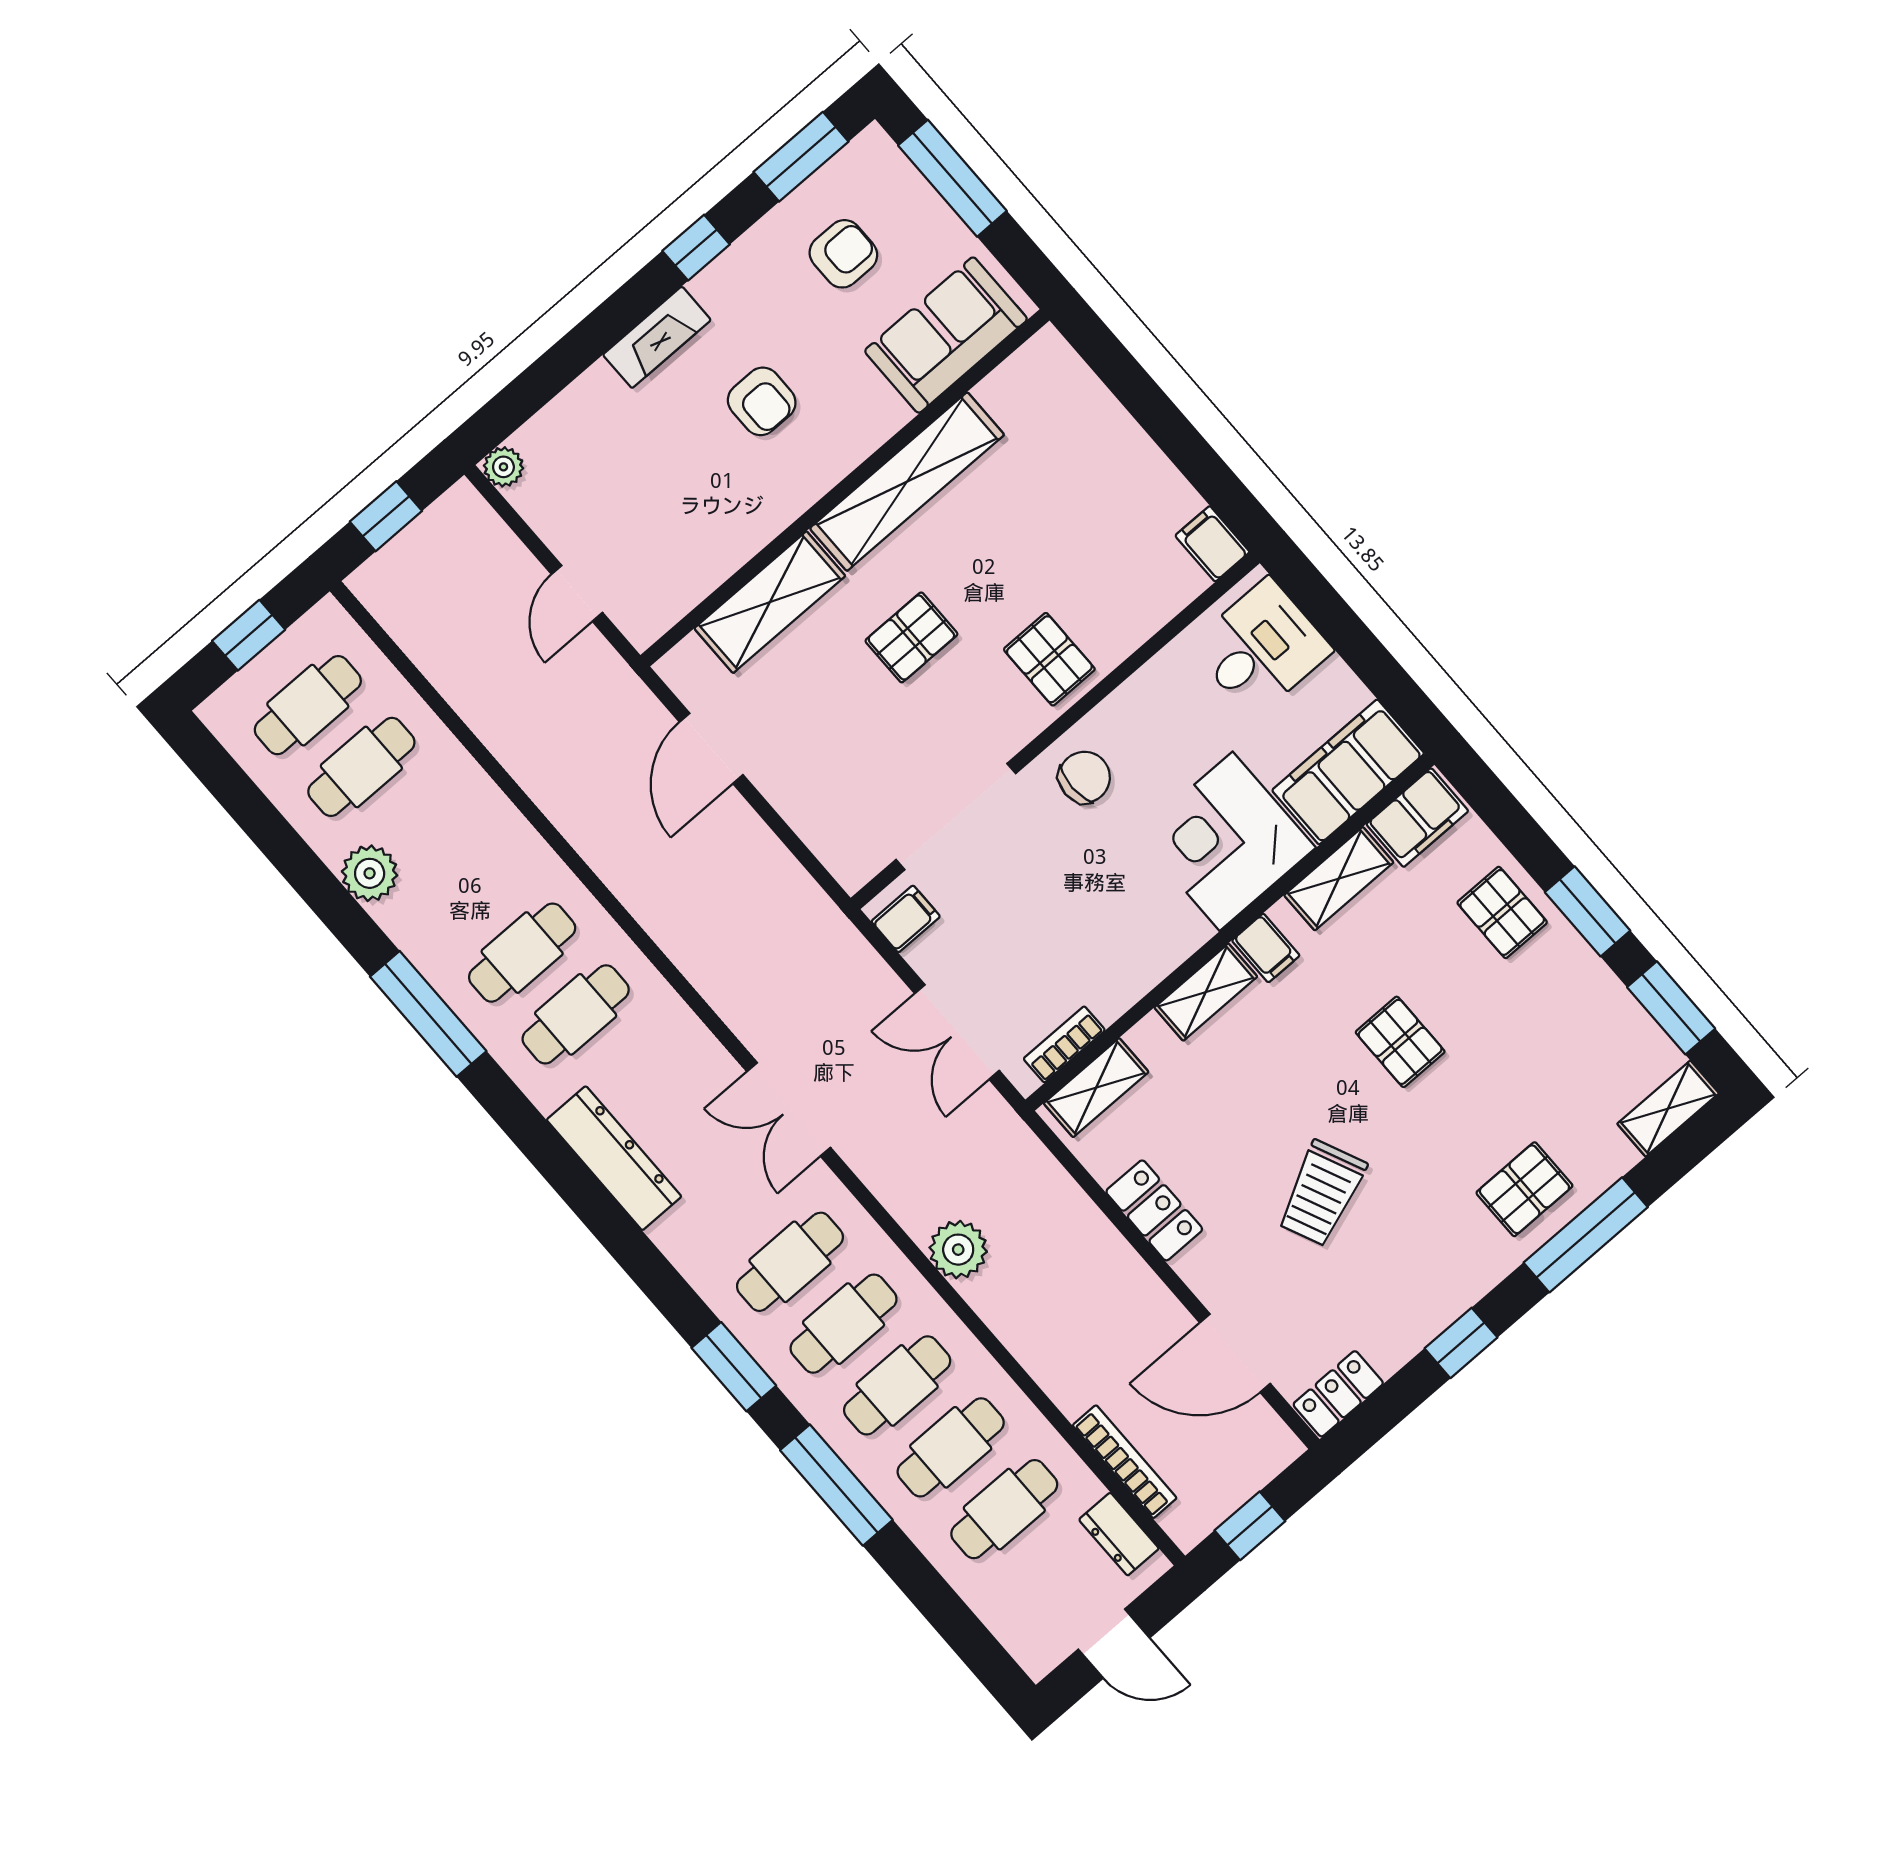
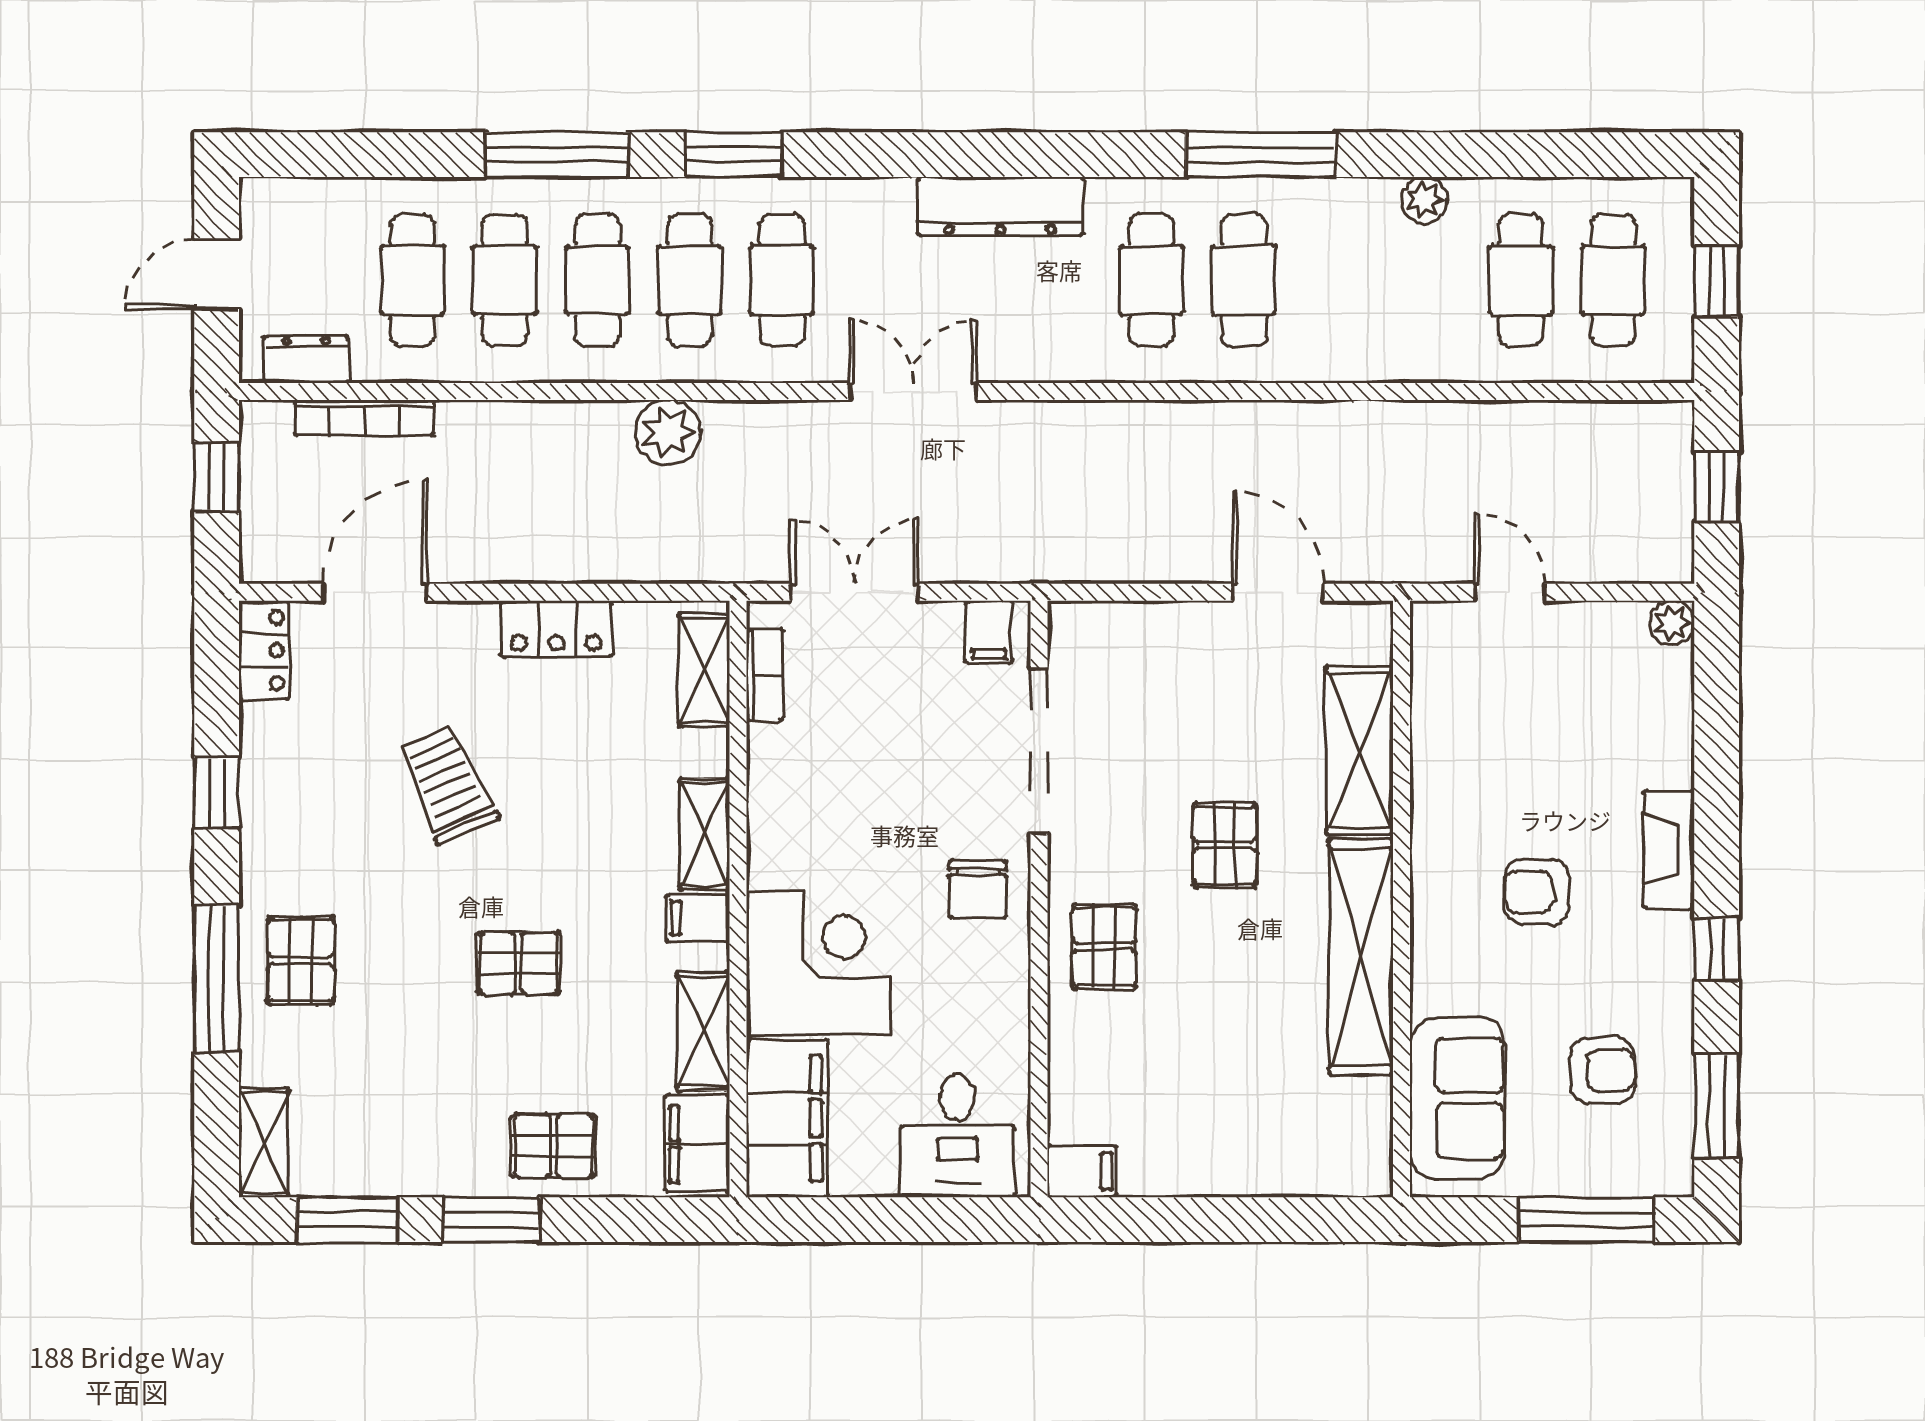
armchair: (843, 254) -> (1602, 1071), turned -92
pallet: (1049, 659) -> (1104, 947), turned 90
plant: (370, 873) -> (1424, 200), width x0.73, depth x0.73

